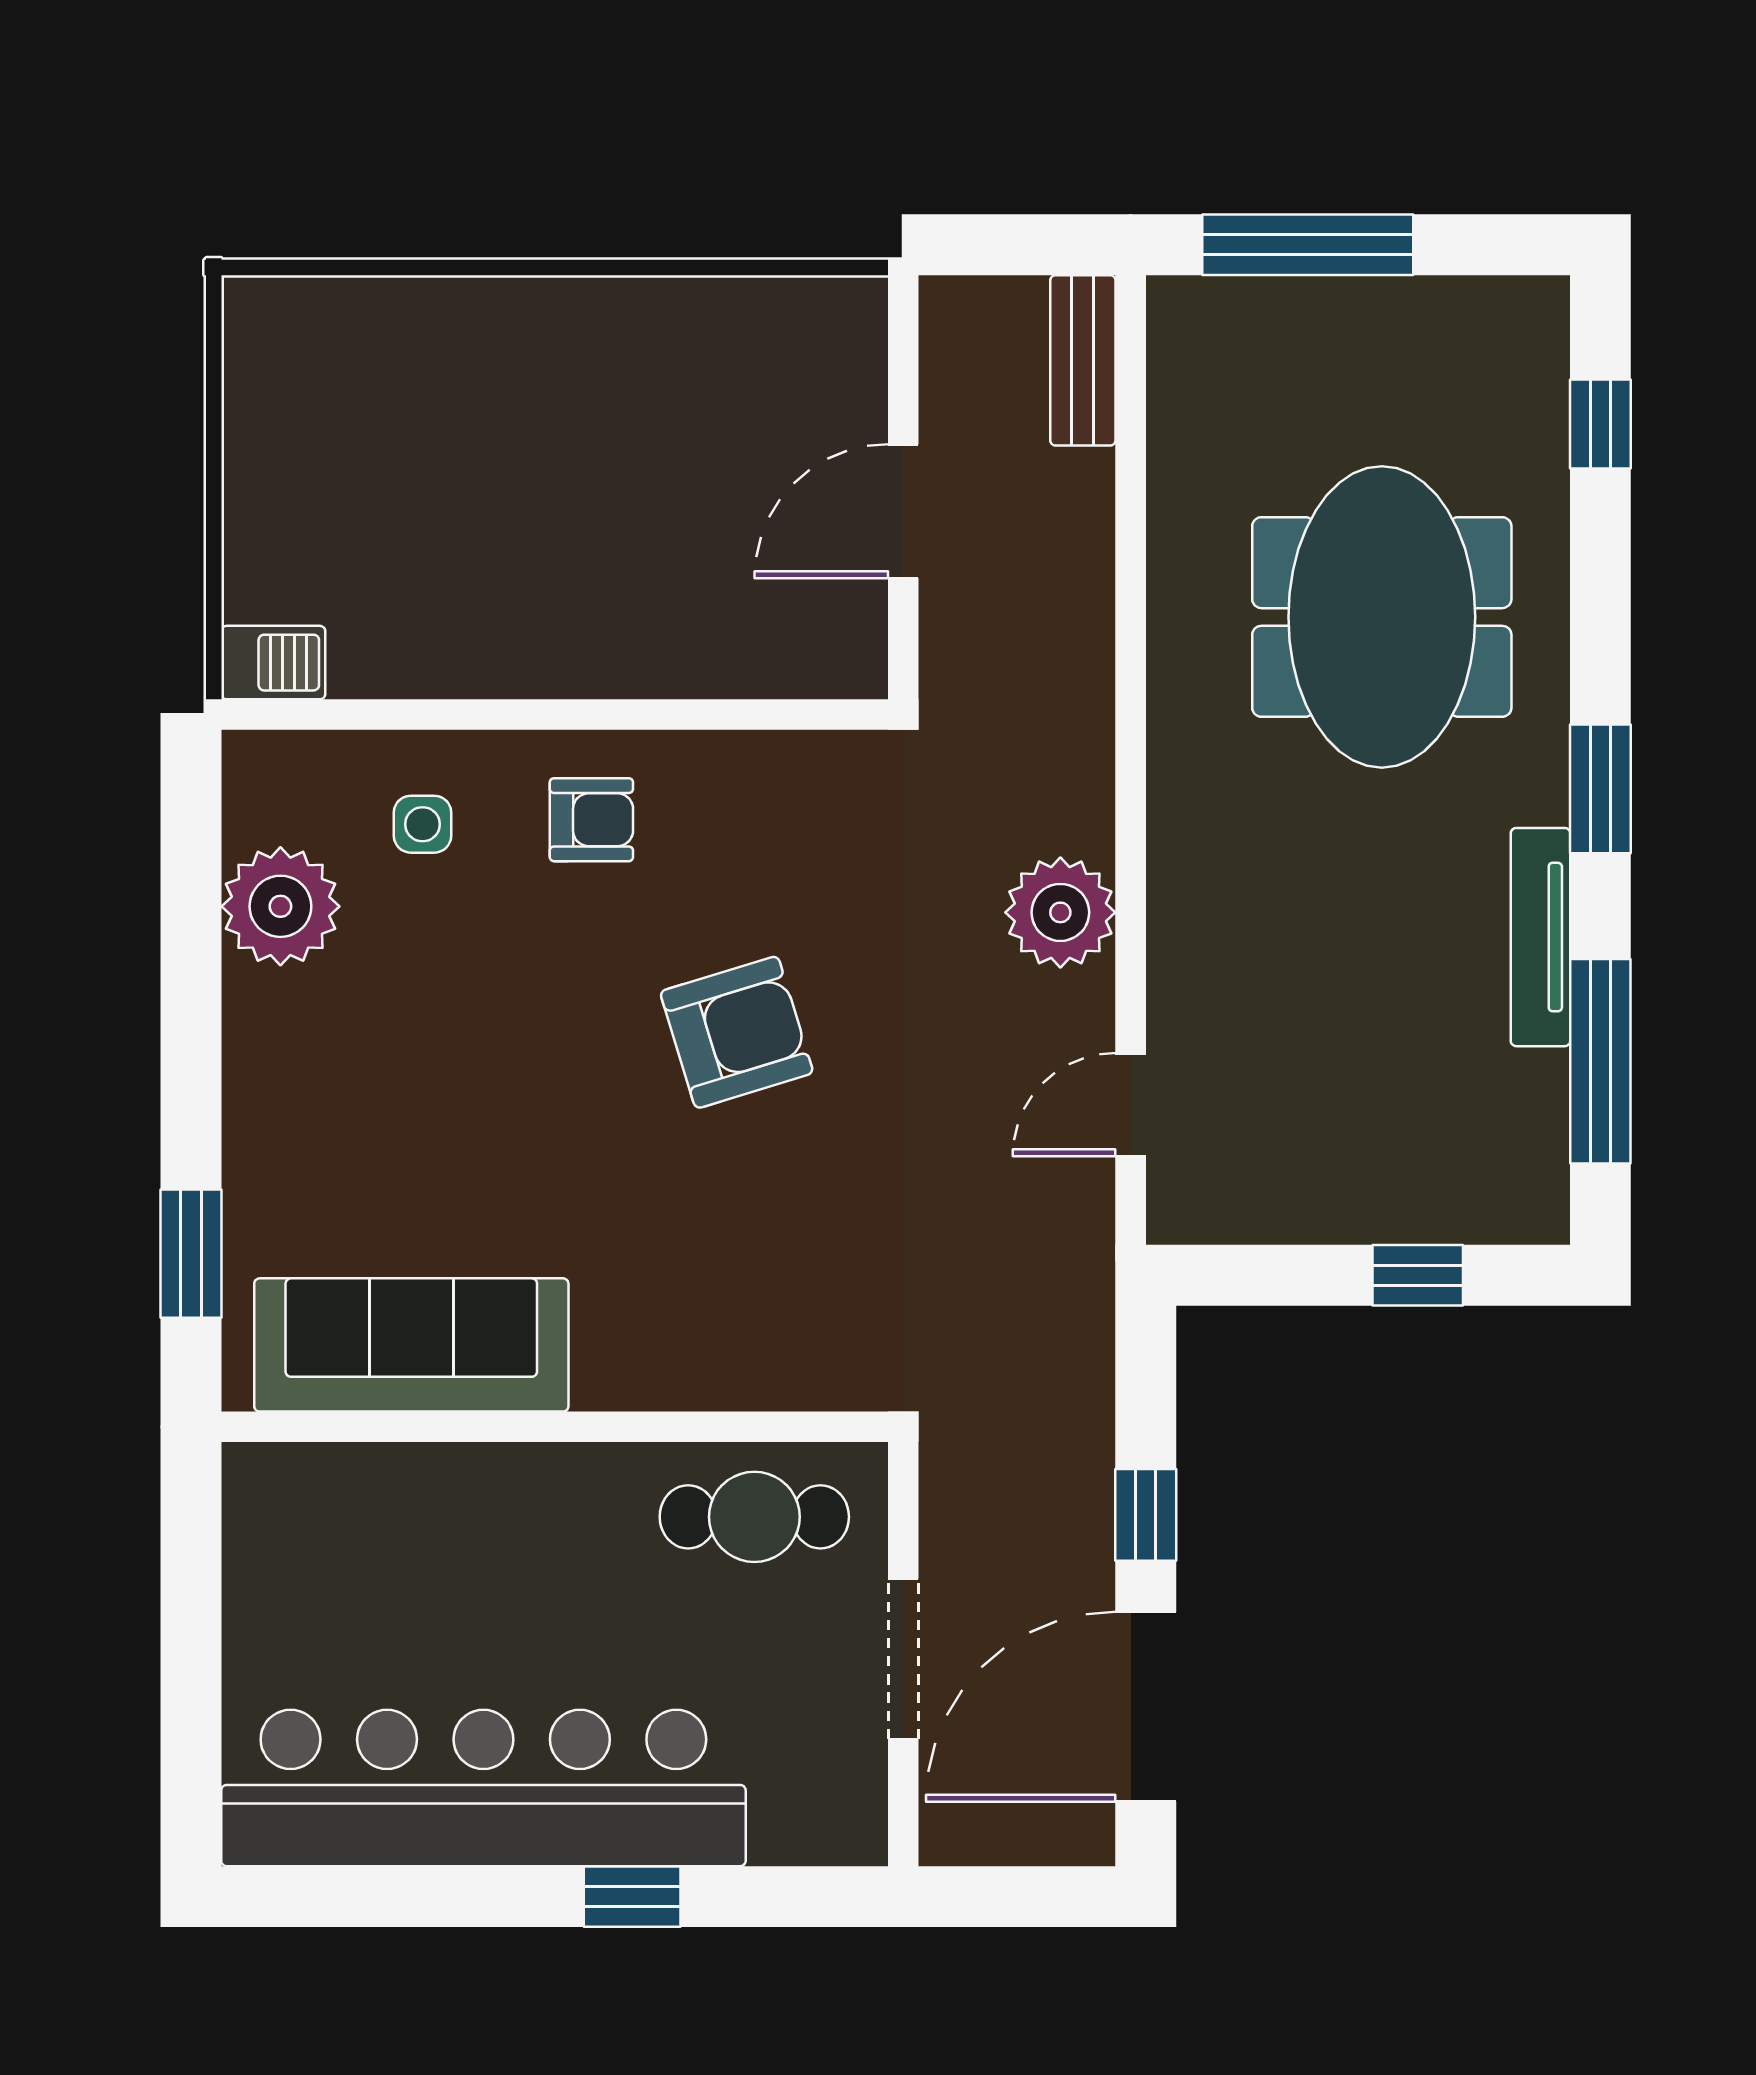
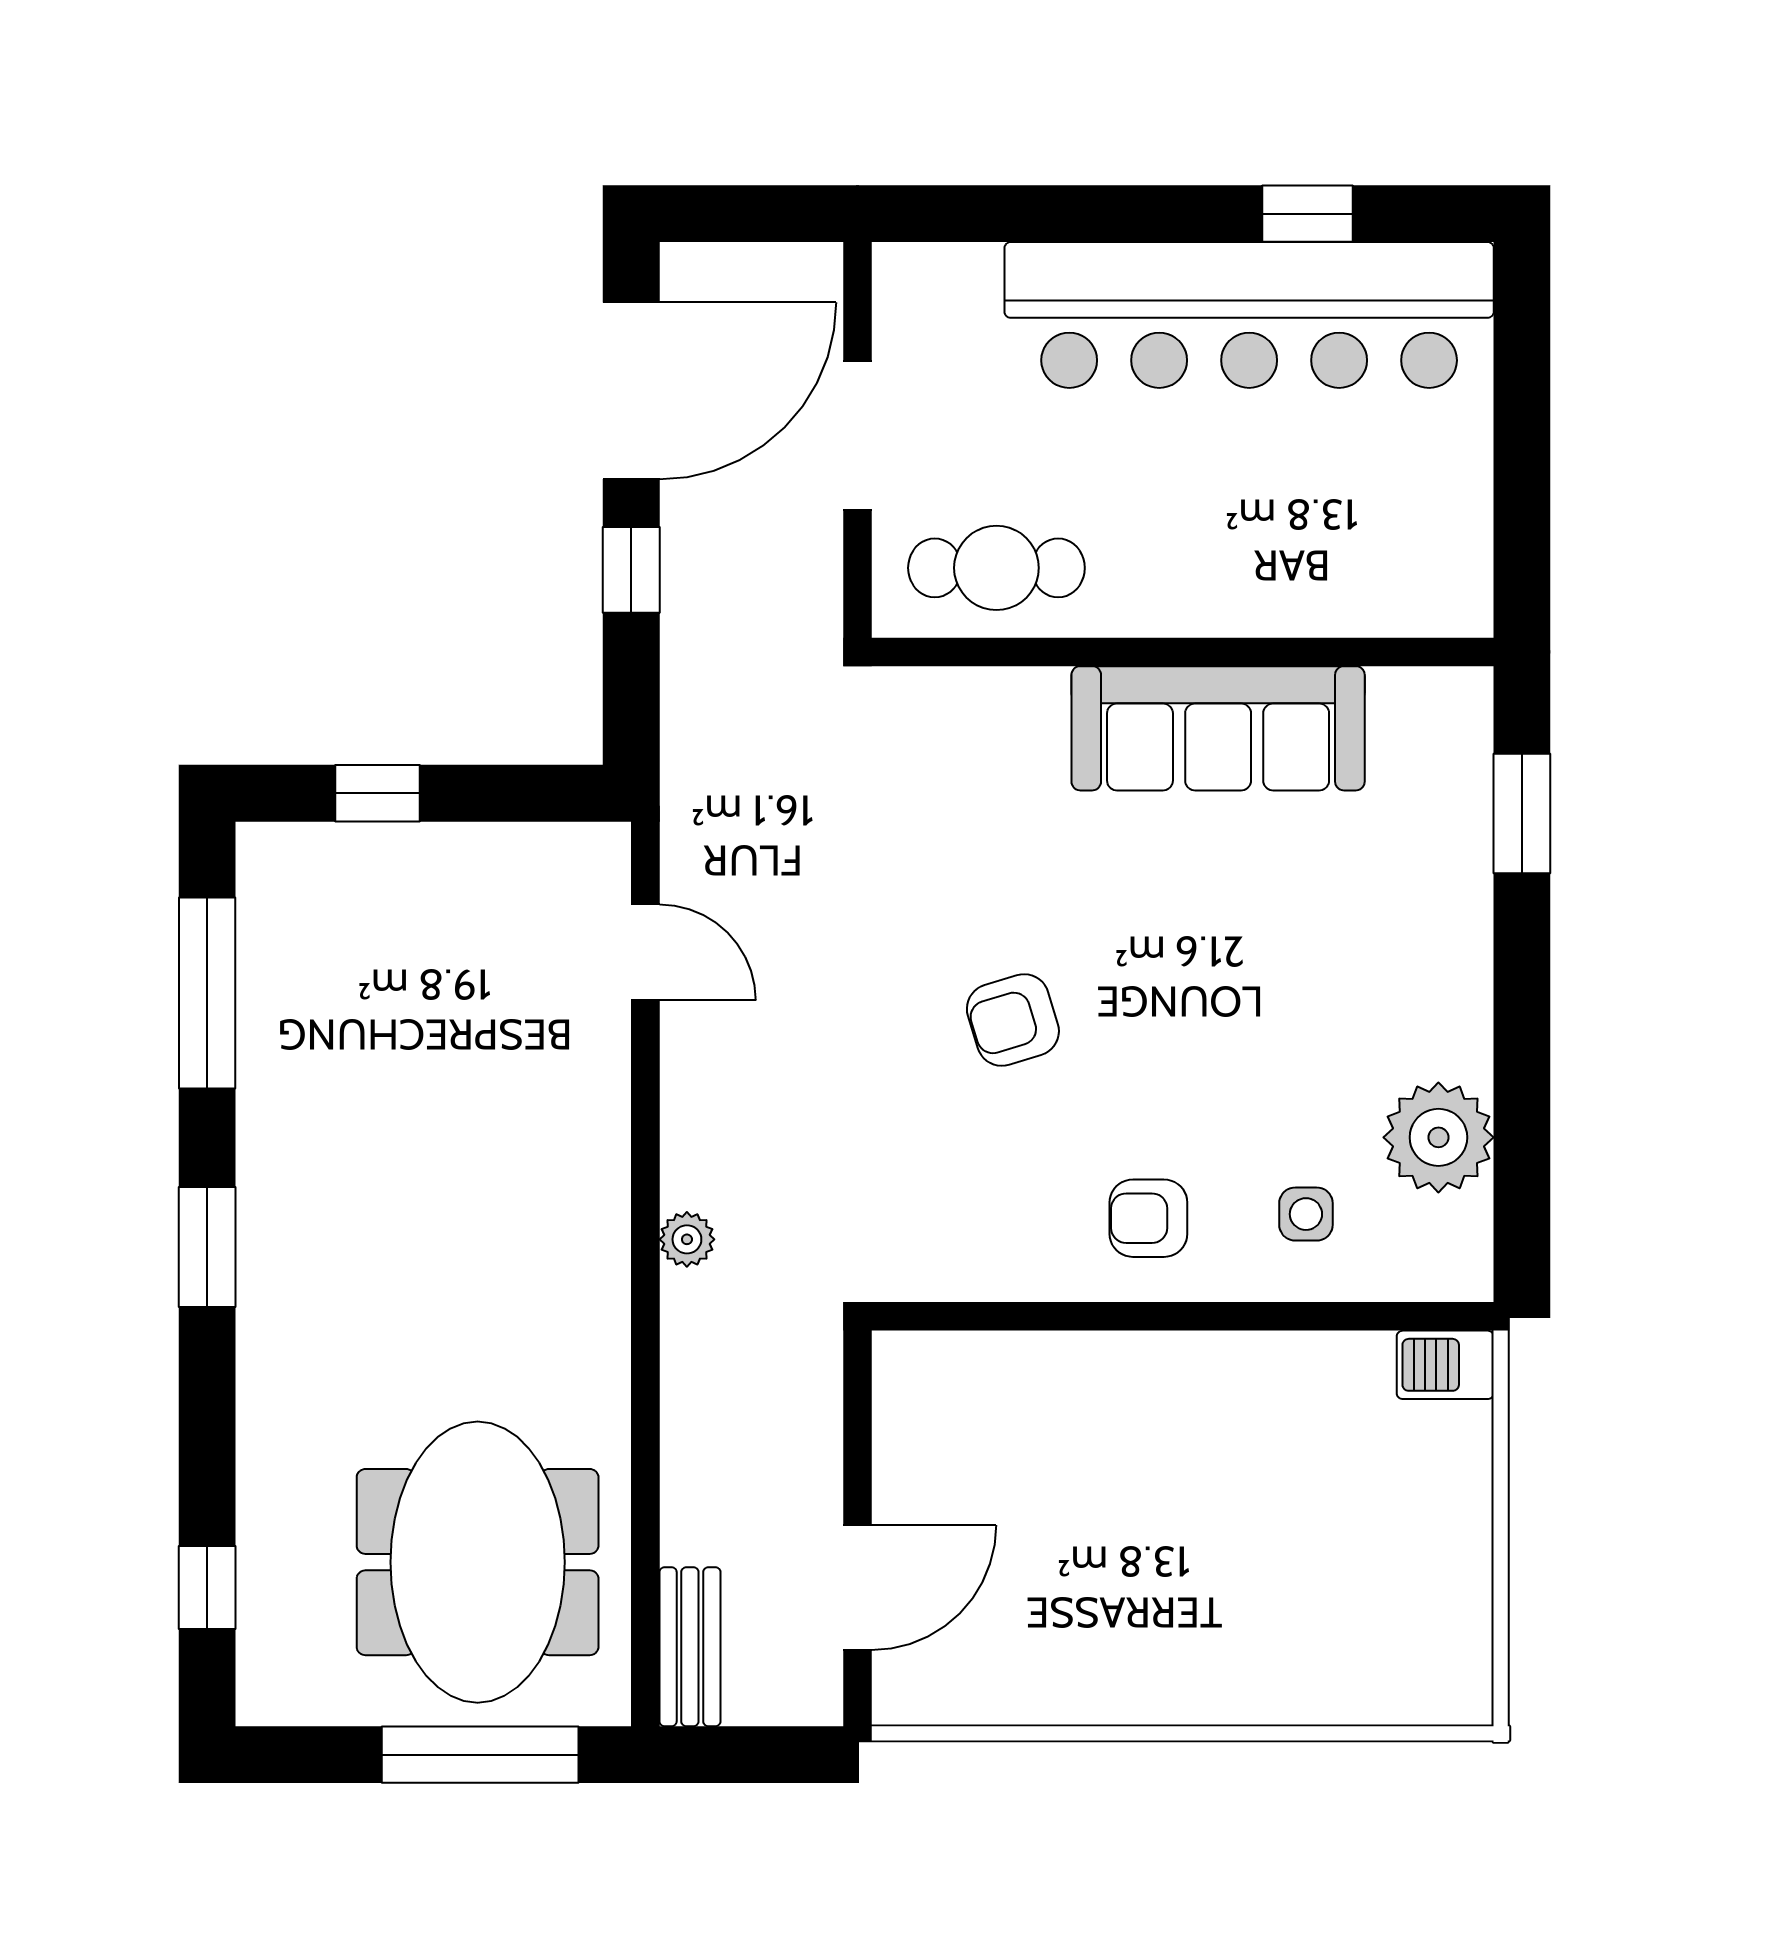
door: (903, 511) -> (857, 1588), moved
meeting table: (1382, 617) -> (478, 1562), moved
plant: (1060, 912) -> (687, 1239), moved, width x0.53, depth x0.53
tv unit: (1541, 937) -> (263, 1109), removed
armchair: (737, 1032) -> (1013, 1020), width x0.72, depth x0.72
door: (1131, 1105) -> (645, 952), hinge flipped
sofa: (411, 1345) -> (1218, 728), moved
window: (632, 1897) -> (1307, 214), moved

